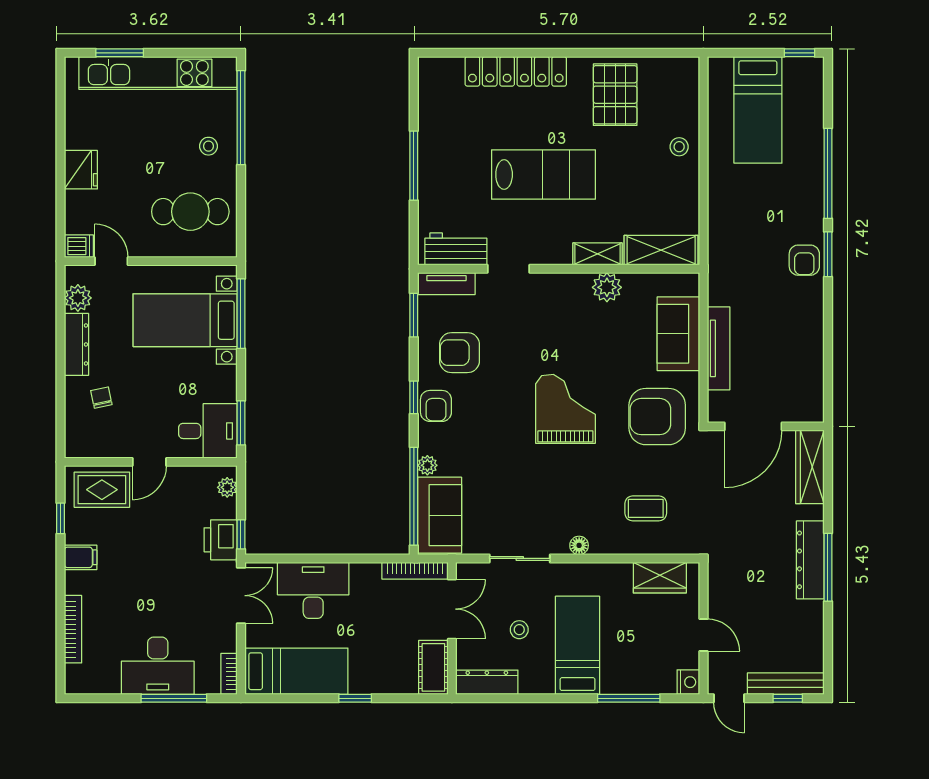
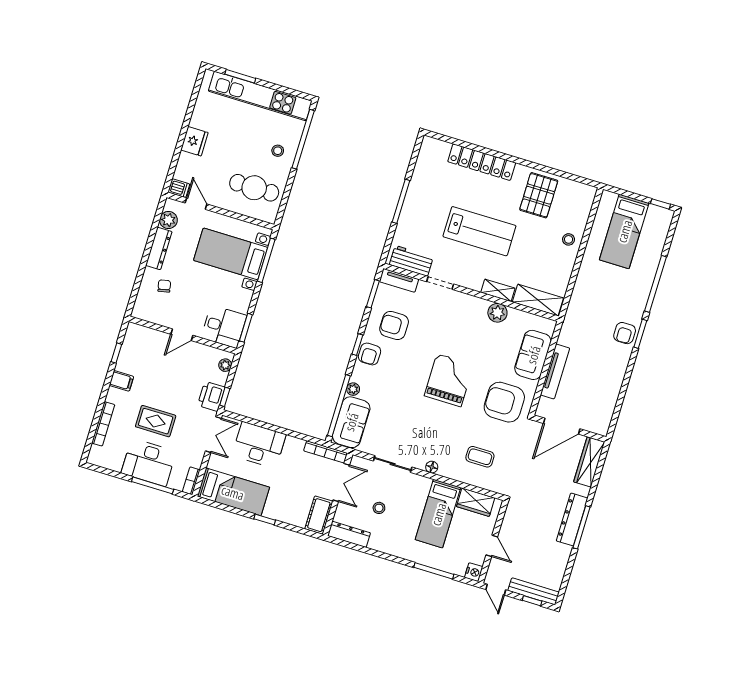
rug: (102, 490) -> (156, 421), moved
bed: (578, 645) -> (438, 514), moved, turned 180

